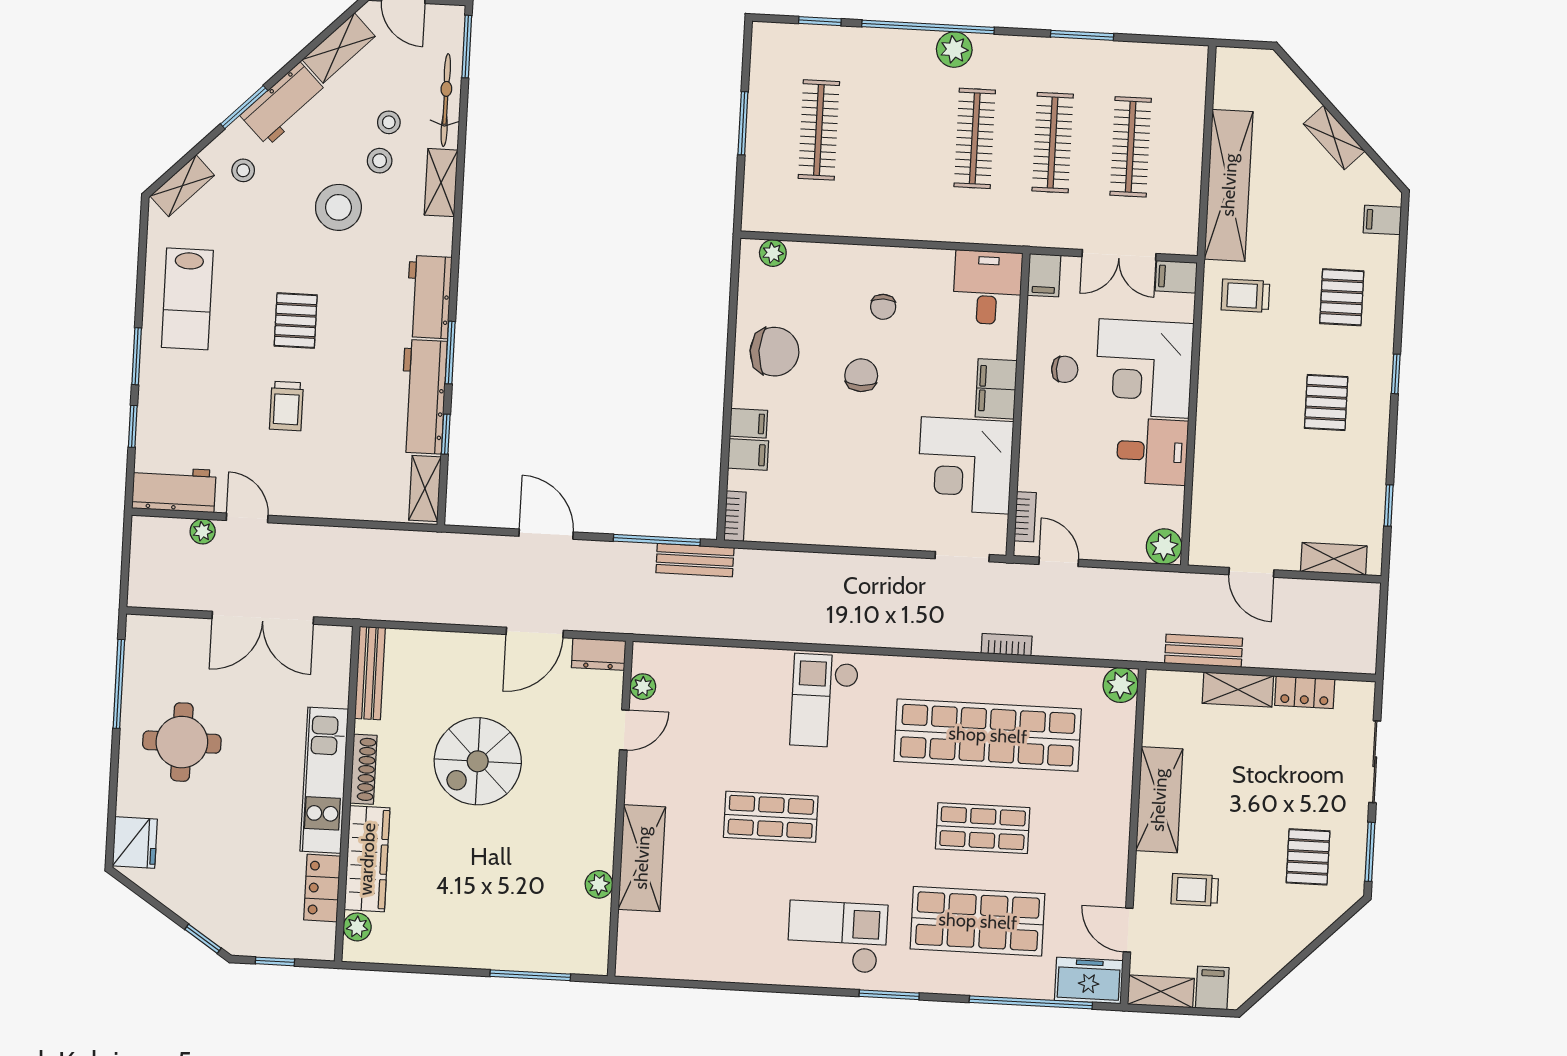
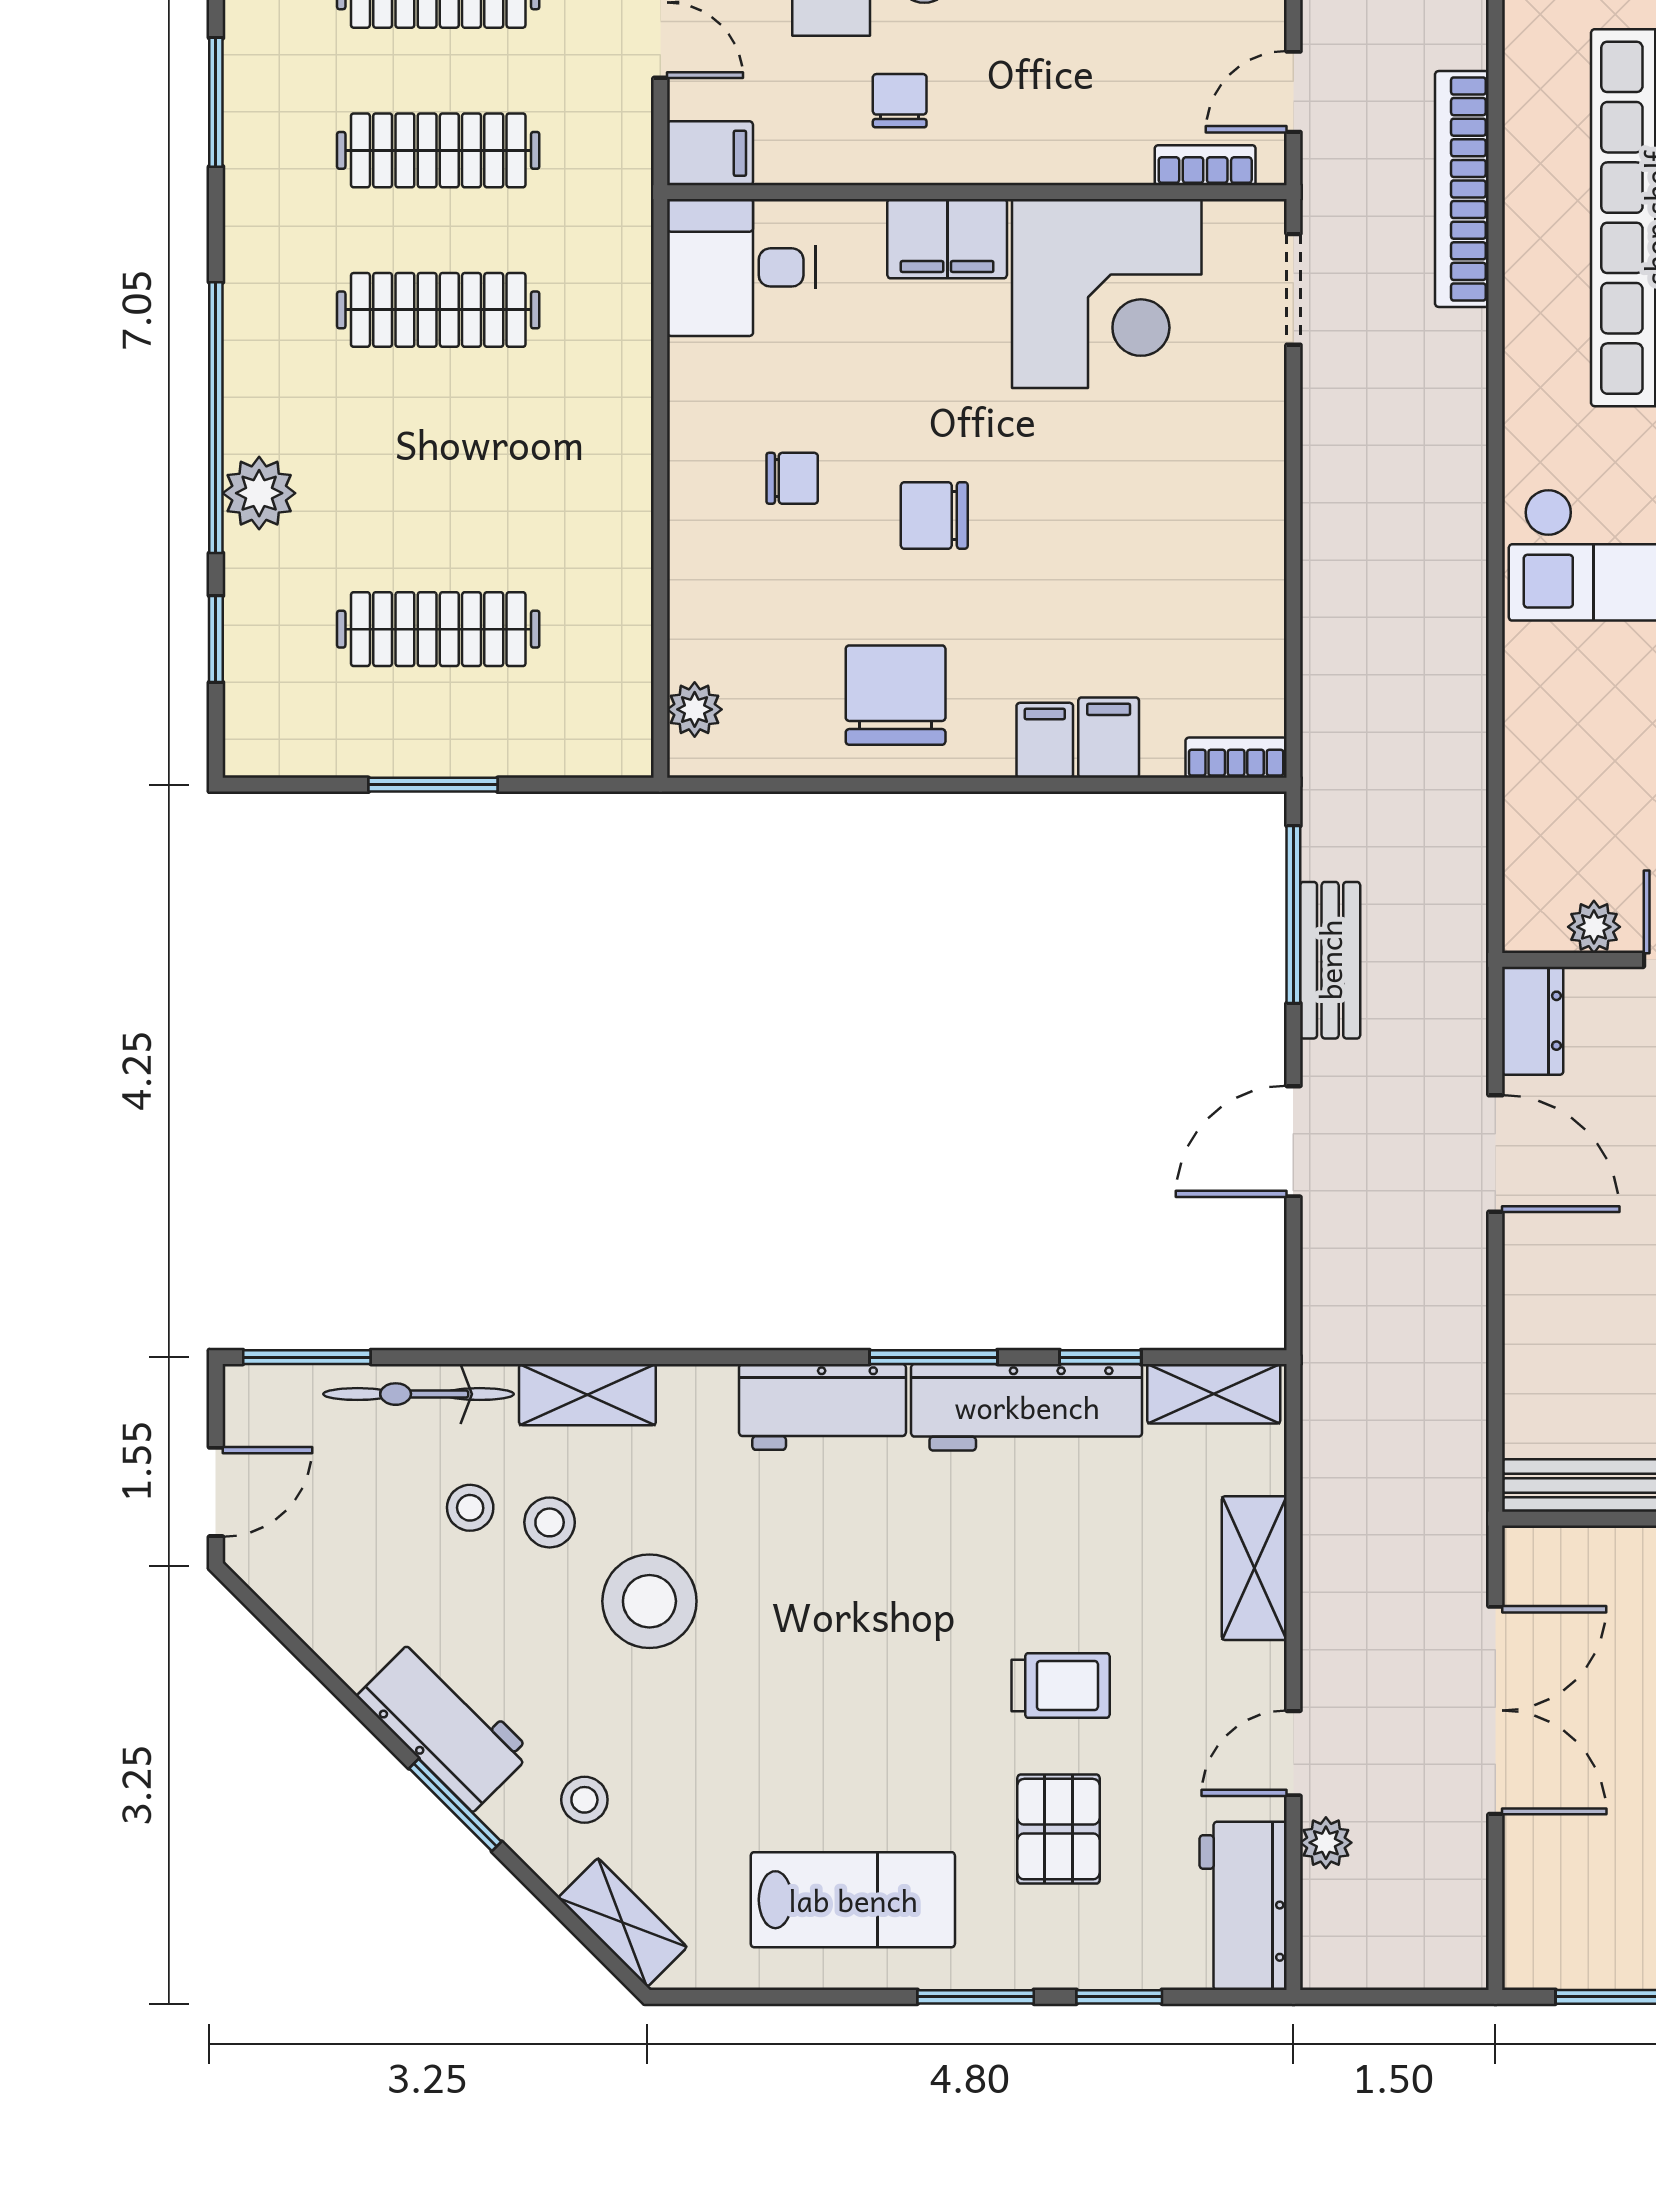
shelving: (339, 48) -> (1254, 1568), moved, turned 45
plant: (954, 50) -> (259, 493), moved
pallet: (296, 321) -> (1059, 1829), moved, turned 90
bench: (695, 560) -> (1330, 960), moved
bookcase: (1007, 645) -> (1462, 189), width x2.31, depth x1.31

